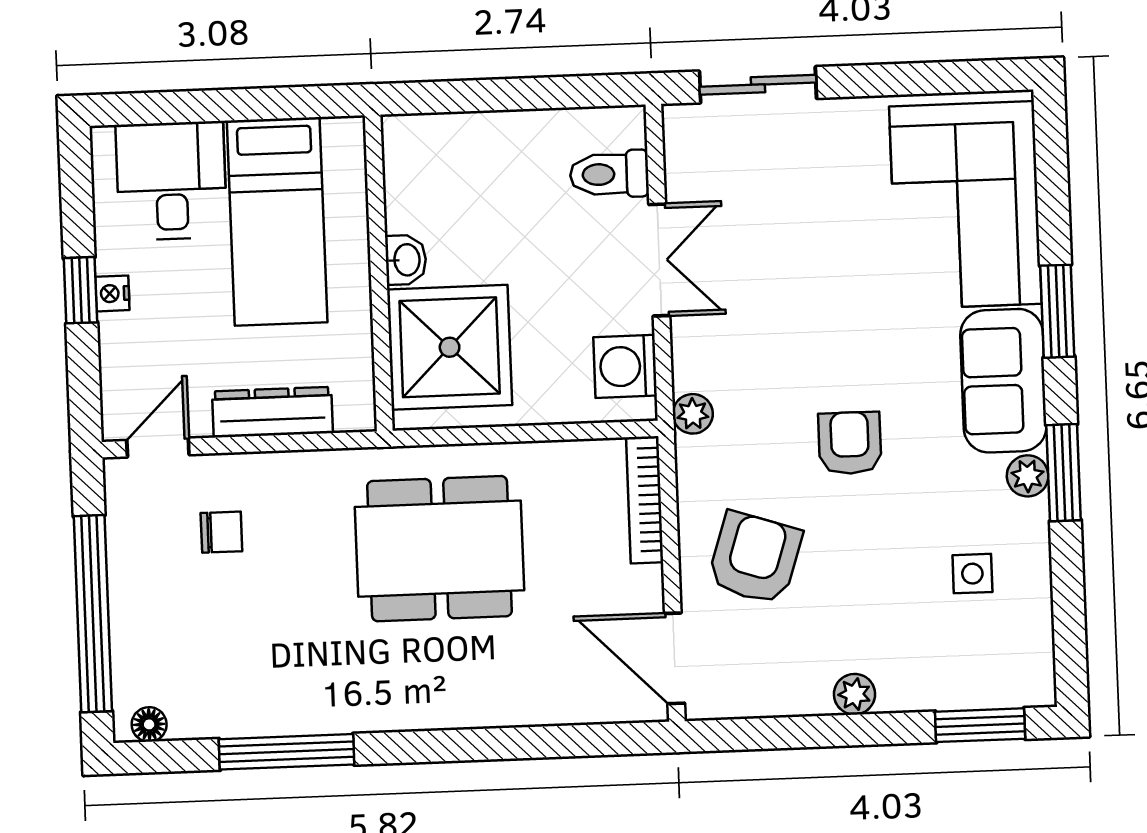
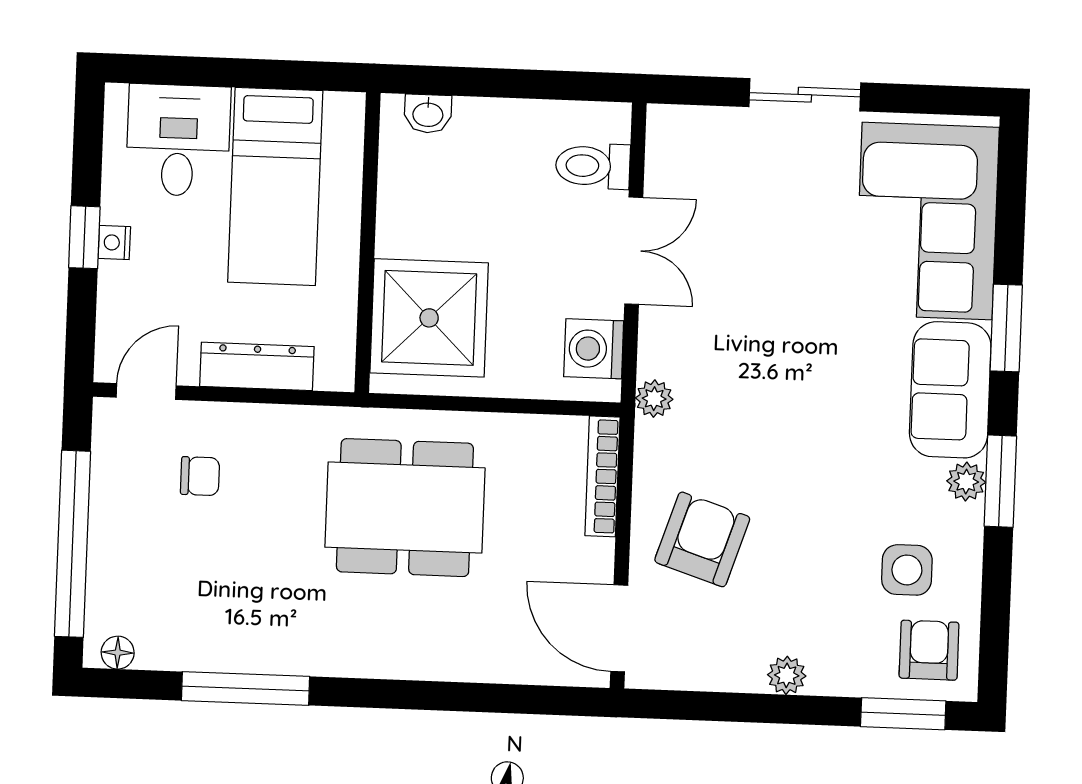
sliding door: (758, 85) -> (805, 95), moved
washbasin: (406, 260) -> (428, 114), moved, turned 90
armchair: (850, 443) -> (929, 650), moved
side table: (972, 574) -> (907, 570), width x1.37, depth x1.37

